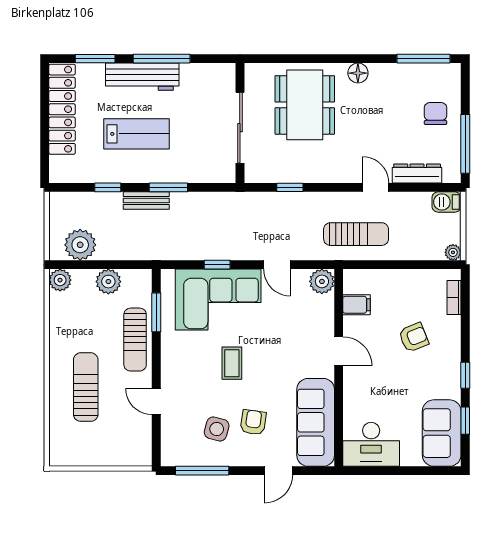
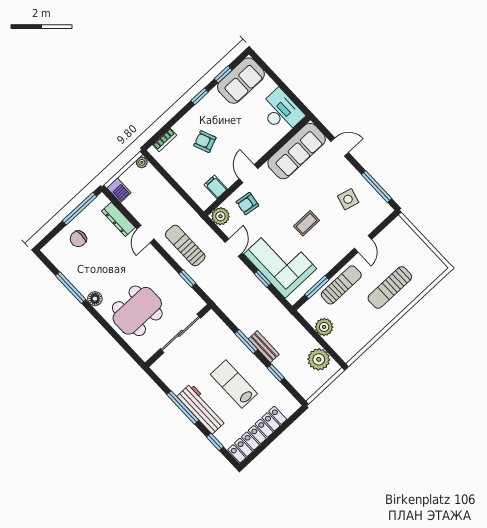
window: (95, 59) -> (215, 442), width x0.67
window: (423, 59) -> (71, 288), moved
sun lounger: (356, 234) -> (185, 246), moved
plant: (60, 280) -> (347, 353), removed
armchair: (253, 422) -> (247, 204), moved

